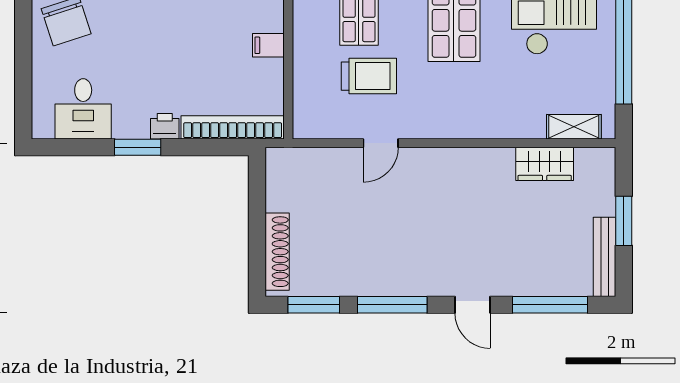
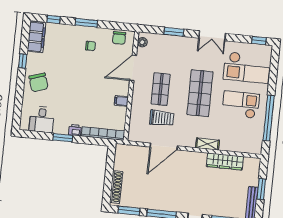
shelving: (574, 127) -> (208, 144), moved
door: (381, 143) -> (164, 146), width x1.88
wardrobe: (545, 164) -> (225, 161), width x1.50

